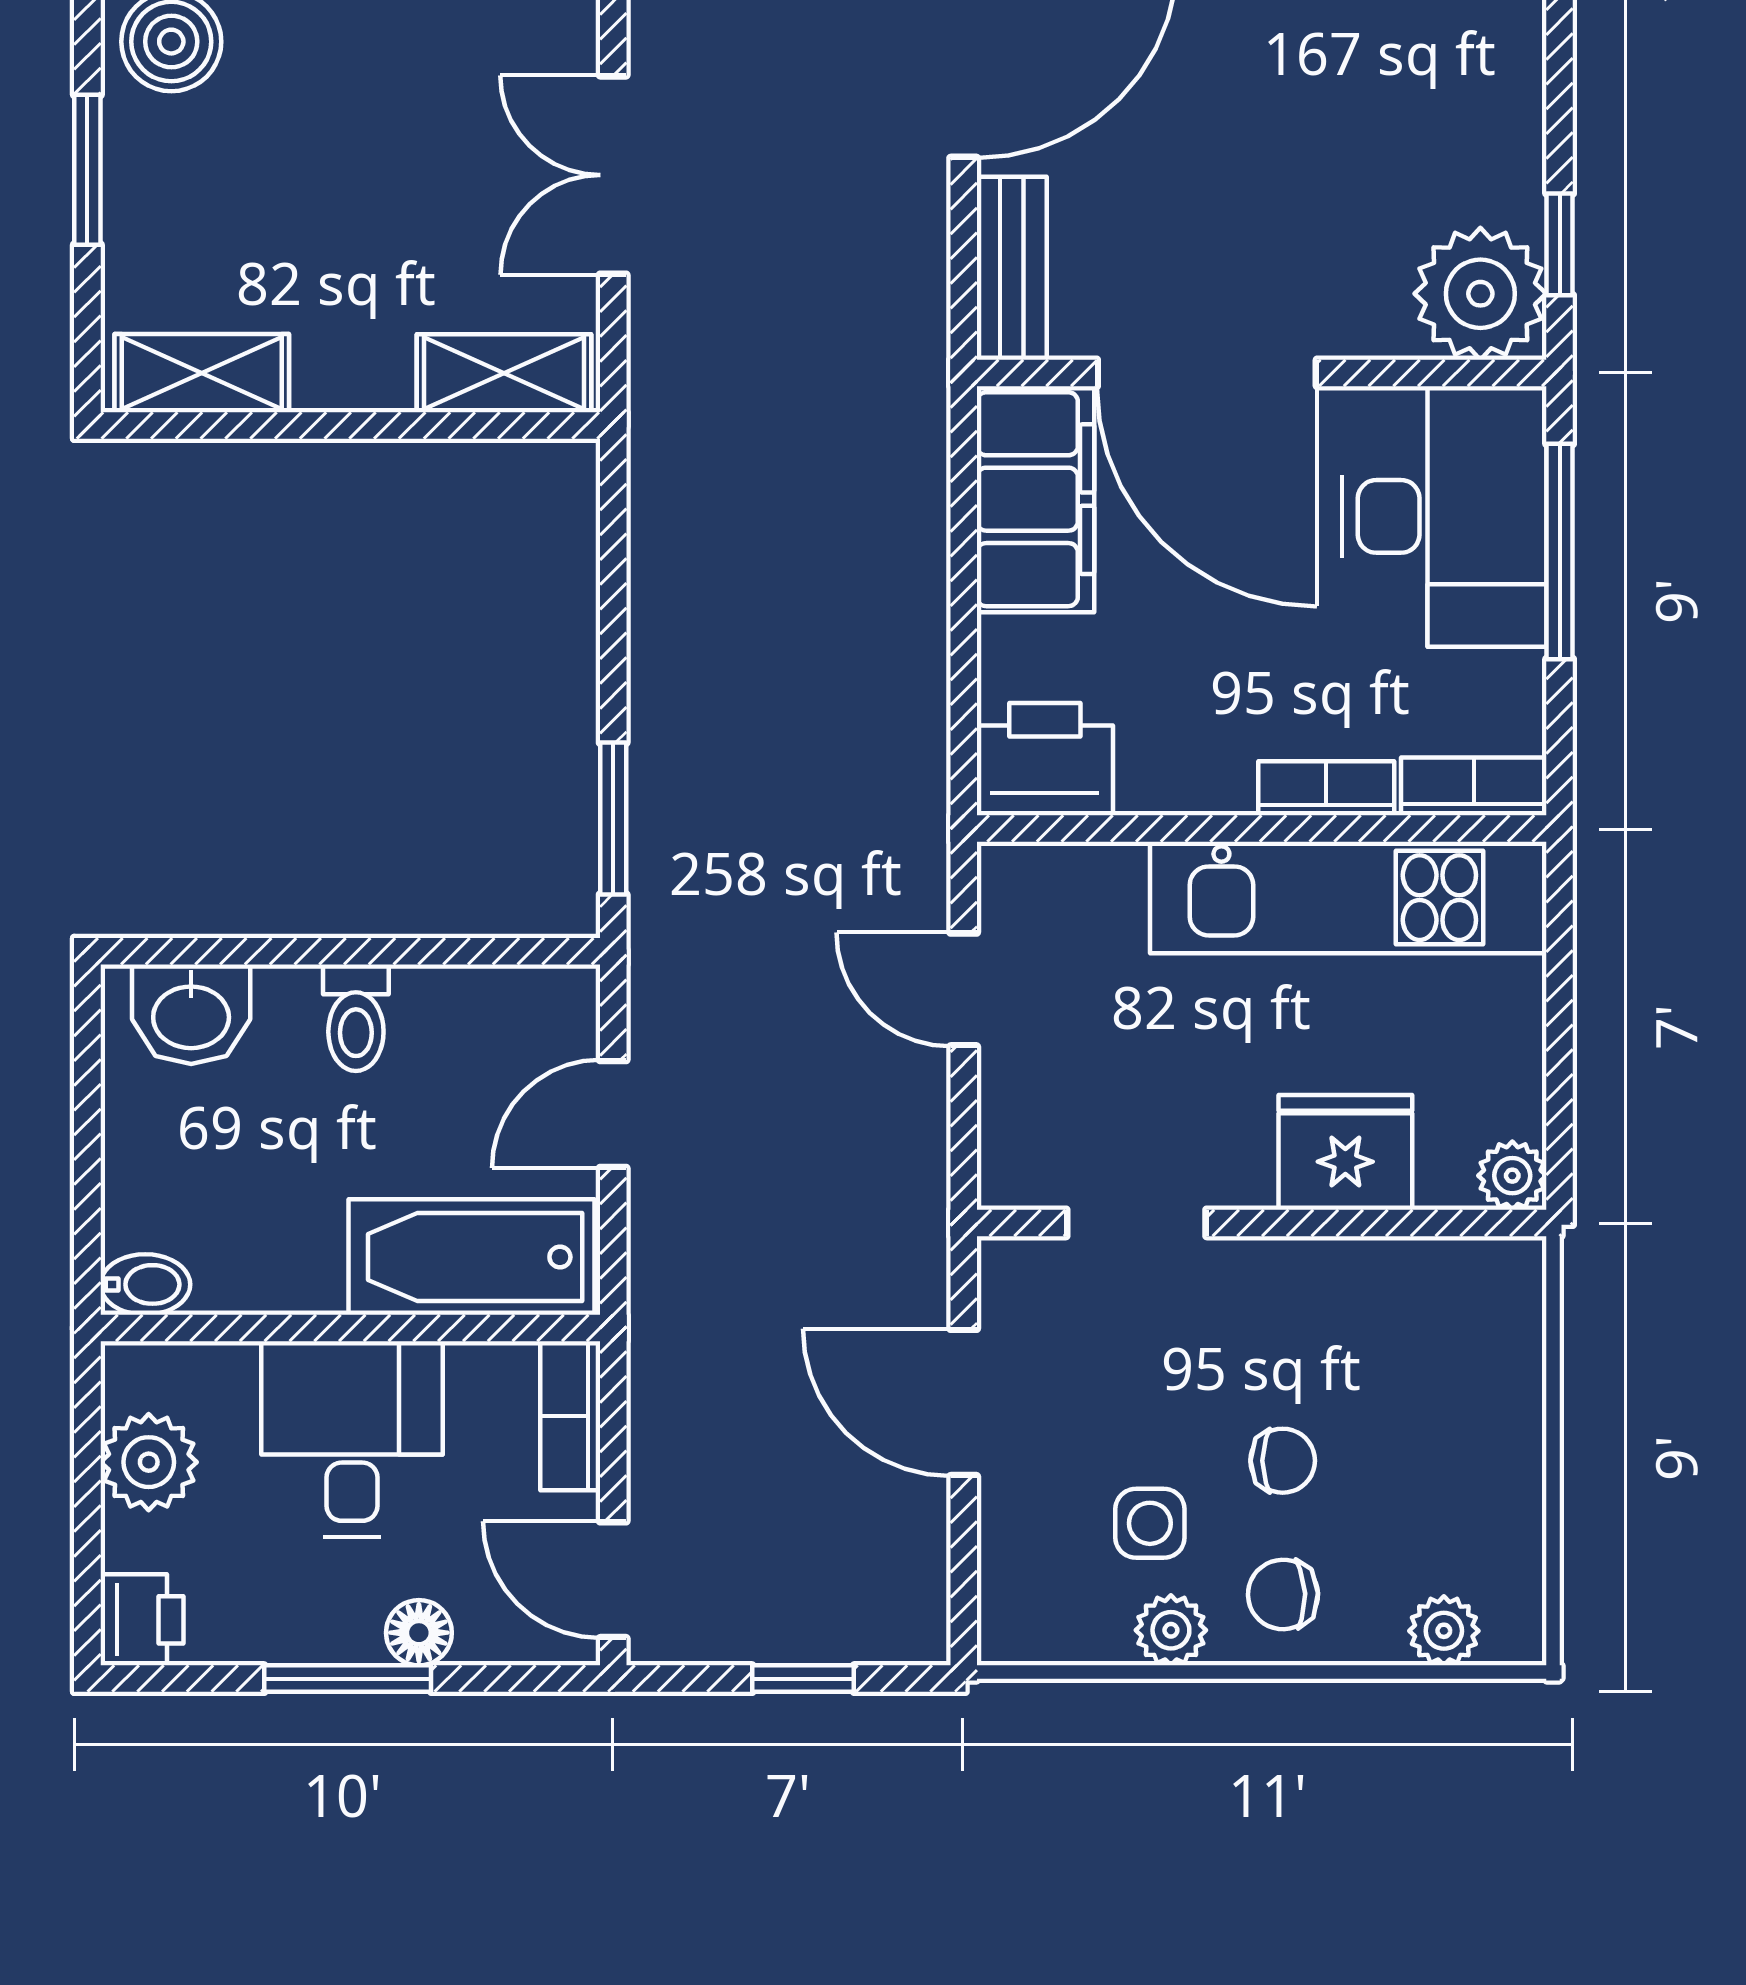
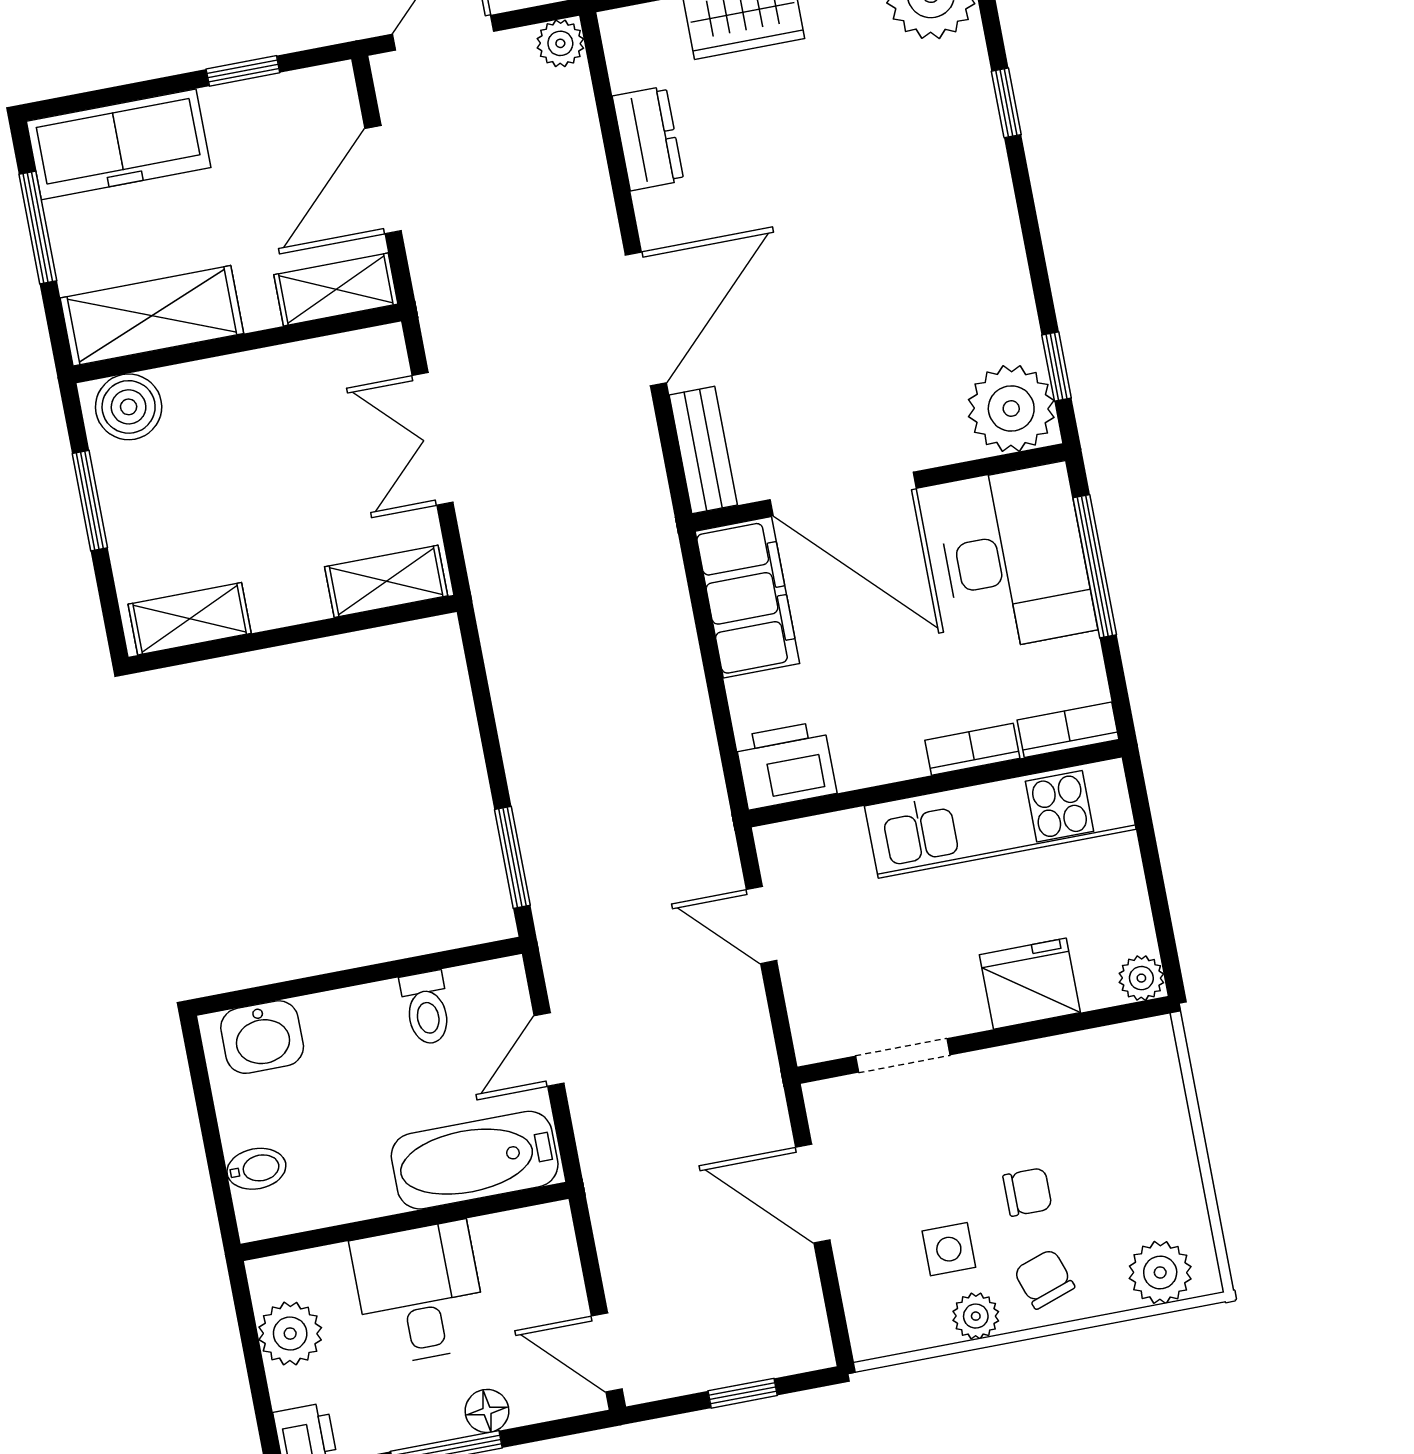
toilet: (356, 1018) -> (426, 1008), moved
bidet: (145, 1284) -> (256, 1169), moved
bookcase: (570, 1416) -> (558, 1251), removed
chair: (1283, 1594) -> (1044, 1279), turned 73
plant: (1444, 1631) -> (1160, 1272), width x1.38, depth x1.38

